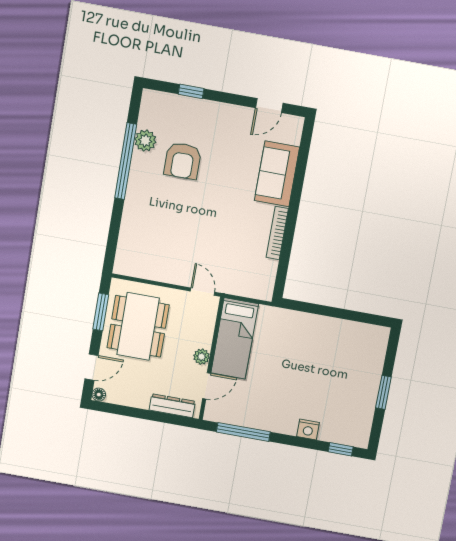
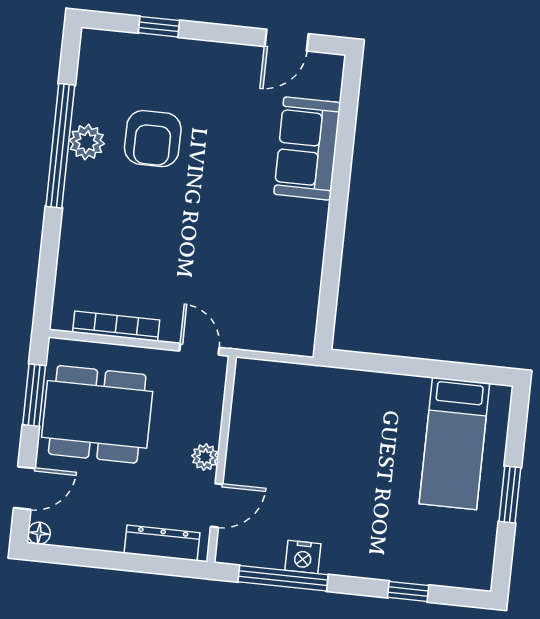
plant: (145, 141) -> (87, 142), moved
bookcase: (277, 233) -> (116, 326), moved, turned 90
dining table: (138, 326) -> (97, 414), turned 90
bed: (235, 338) -> (454, 443), moved
nightstand: (308, 430) -> (303, 557), moved
window: (341, 449) -> (408, 591), moved

